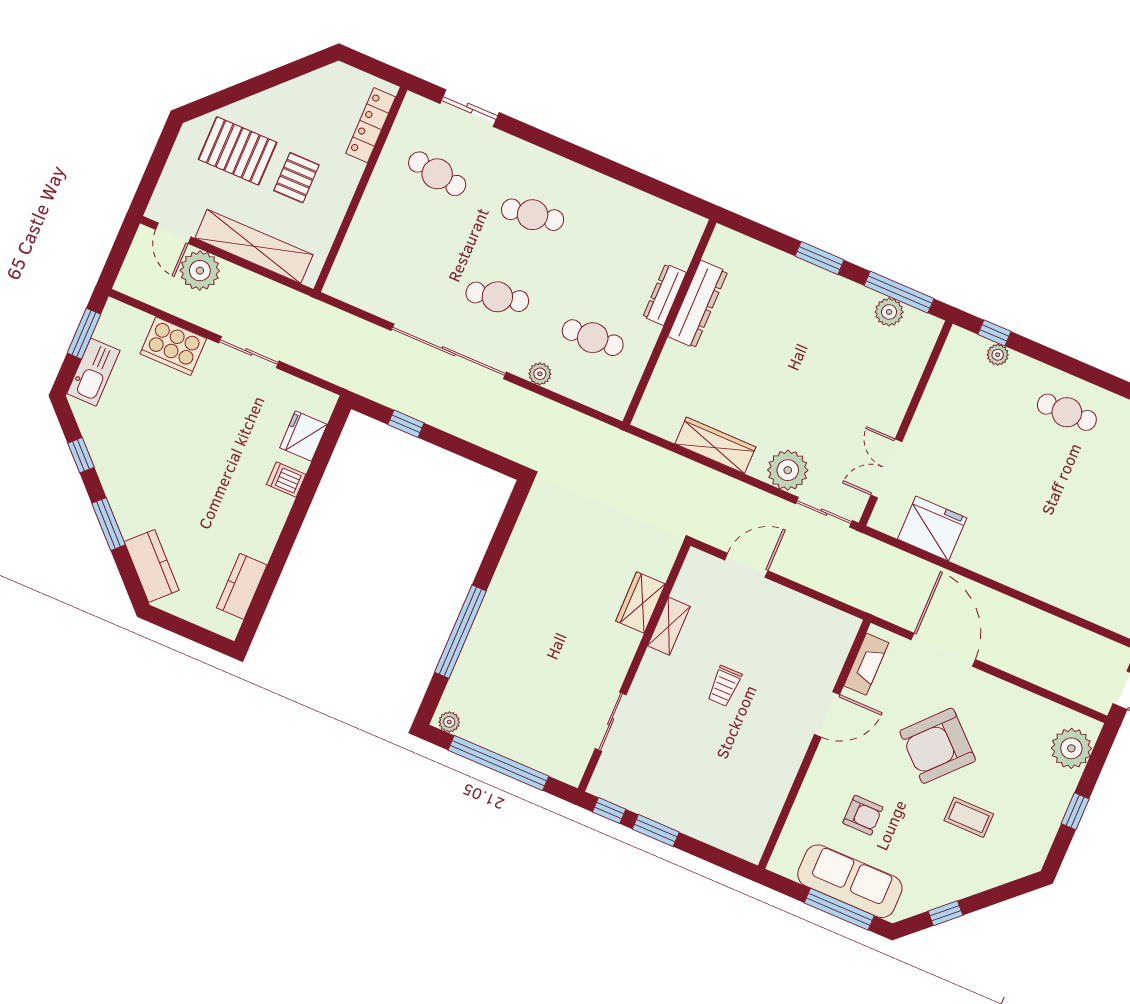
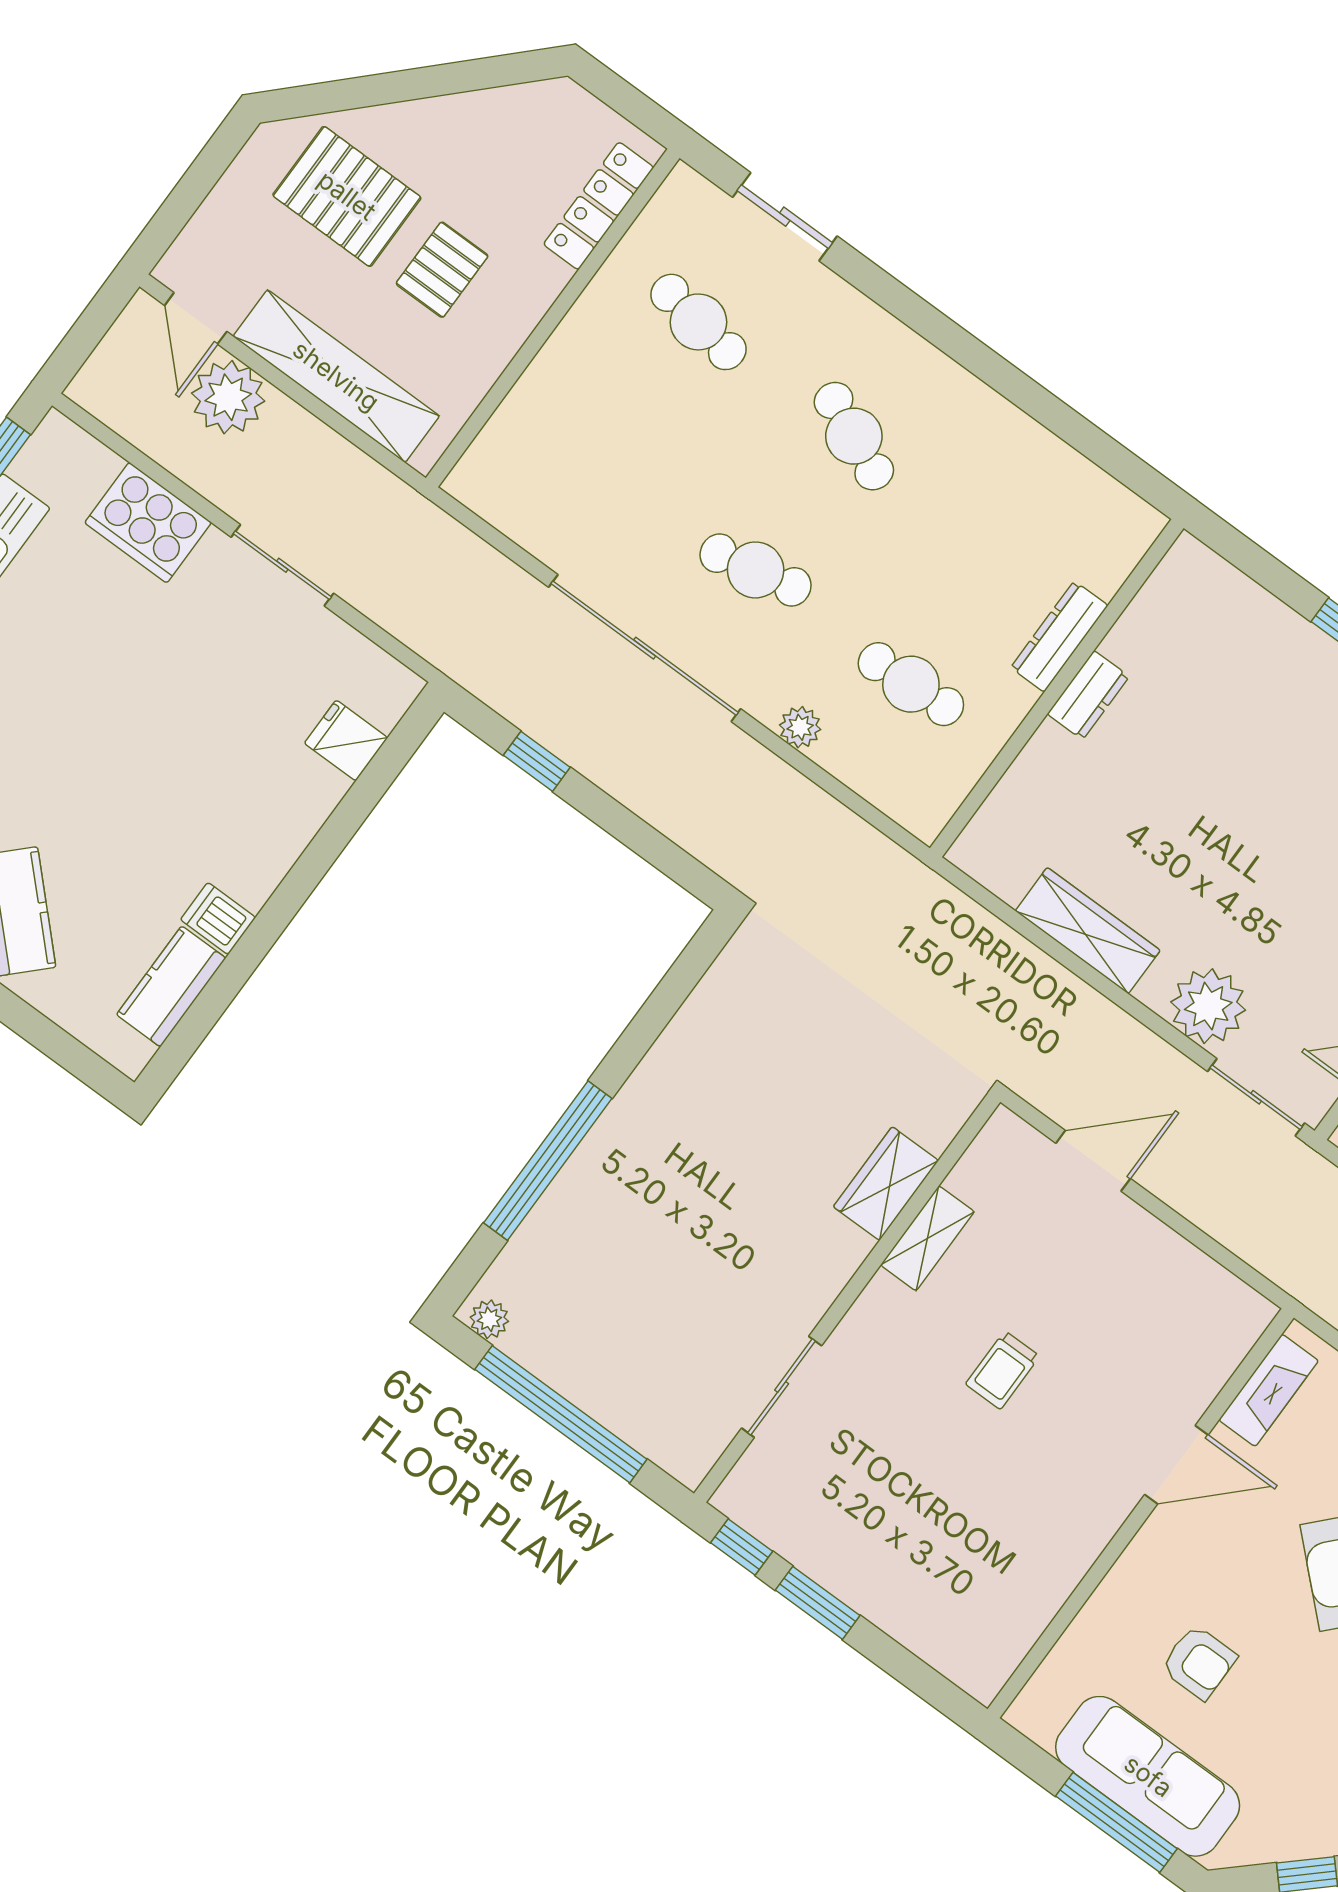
cafe table: (533, 215) -> (854, 436), turned 33
dresser: (698, 304) -> (1088, 695), width x0.51, depth x0.80
fridge: (303, 436) -> (346, 740), width x0.72
dishwasher: (286, 480) -> (218, 919), moved

